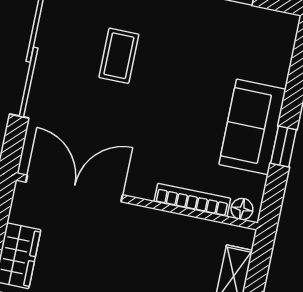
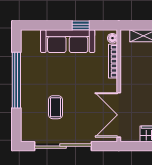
coffee table: (119, 56) -> (55, 107), turned 90
sofa: (252, 127) -> (68, 41), width x1.36

